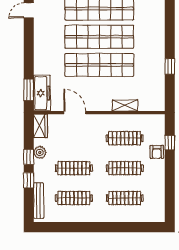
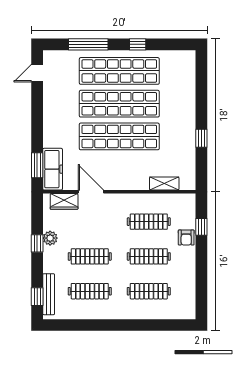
shelving: (125, 105) -> (164, 184), moved
wardrobe: (40, 126) -> (64, 201), moved, turned 90
window: (29, 180) -> (37, 297), moved

